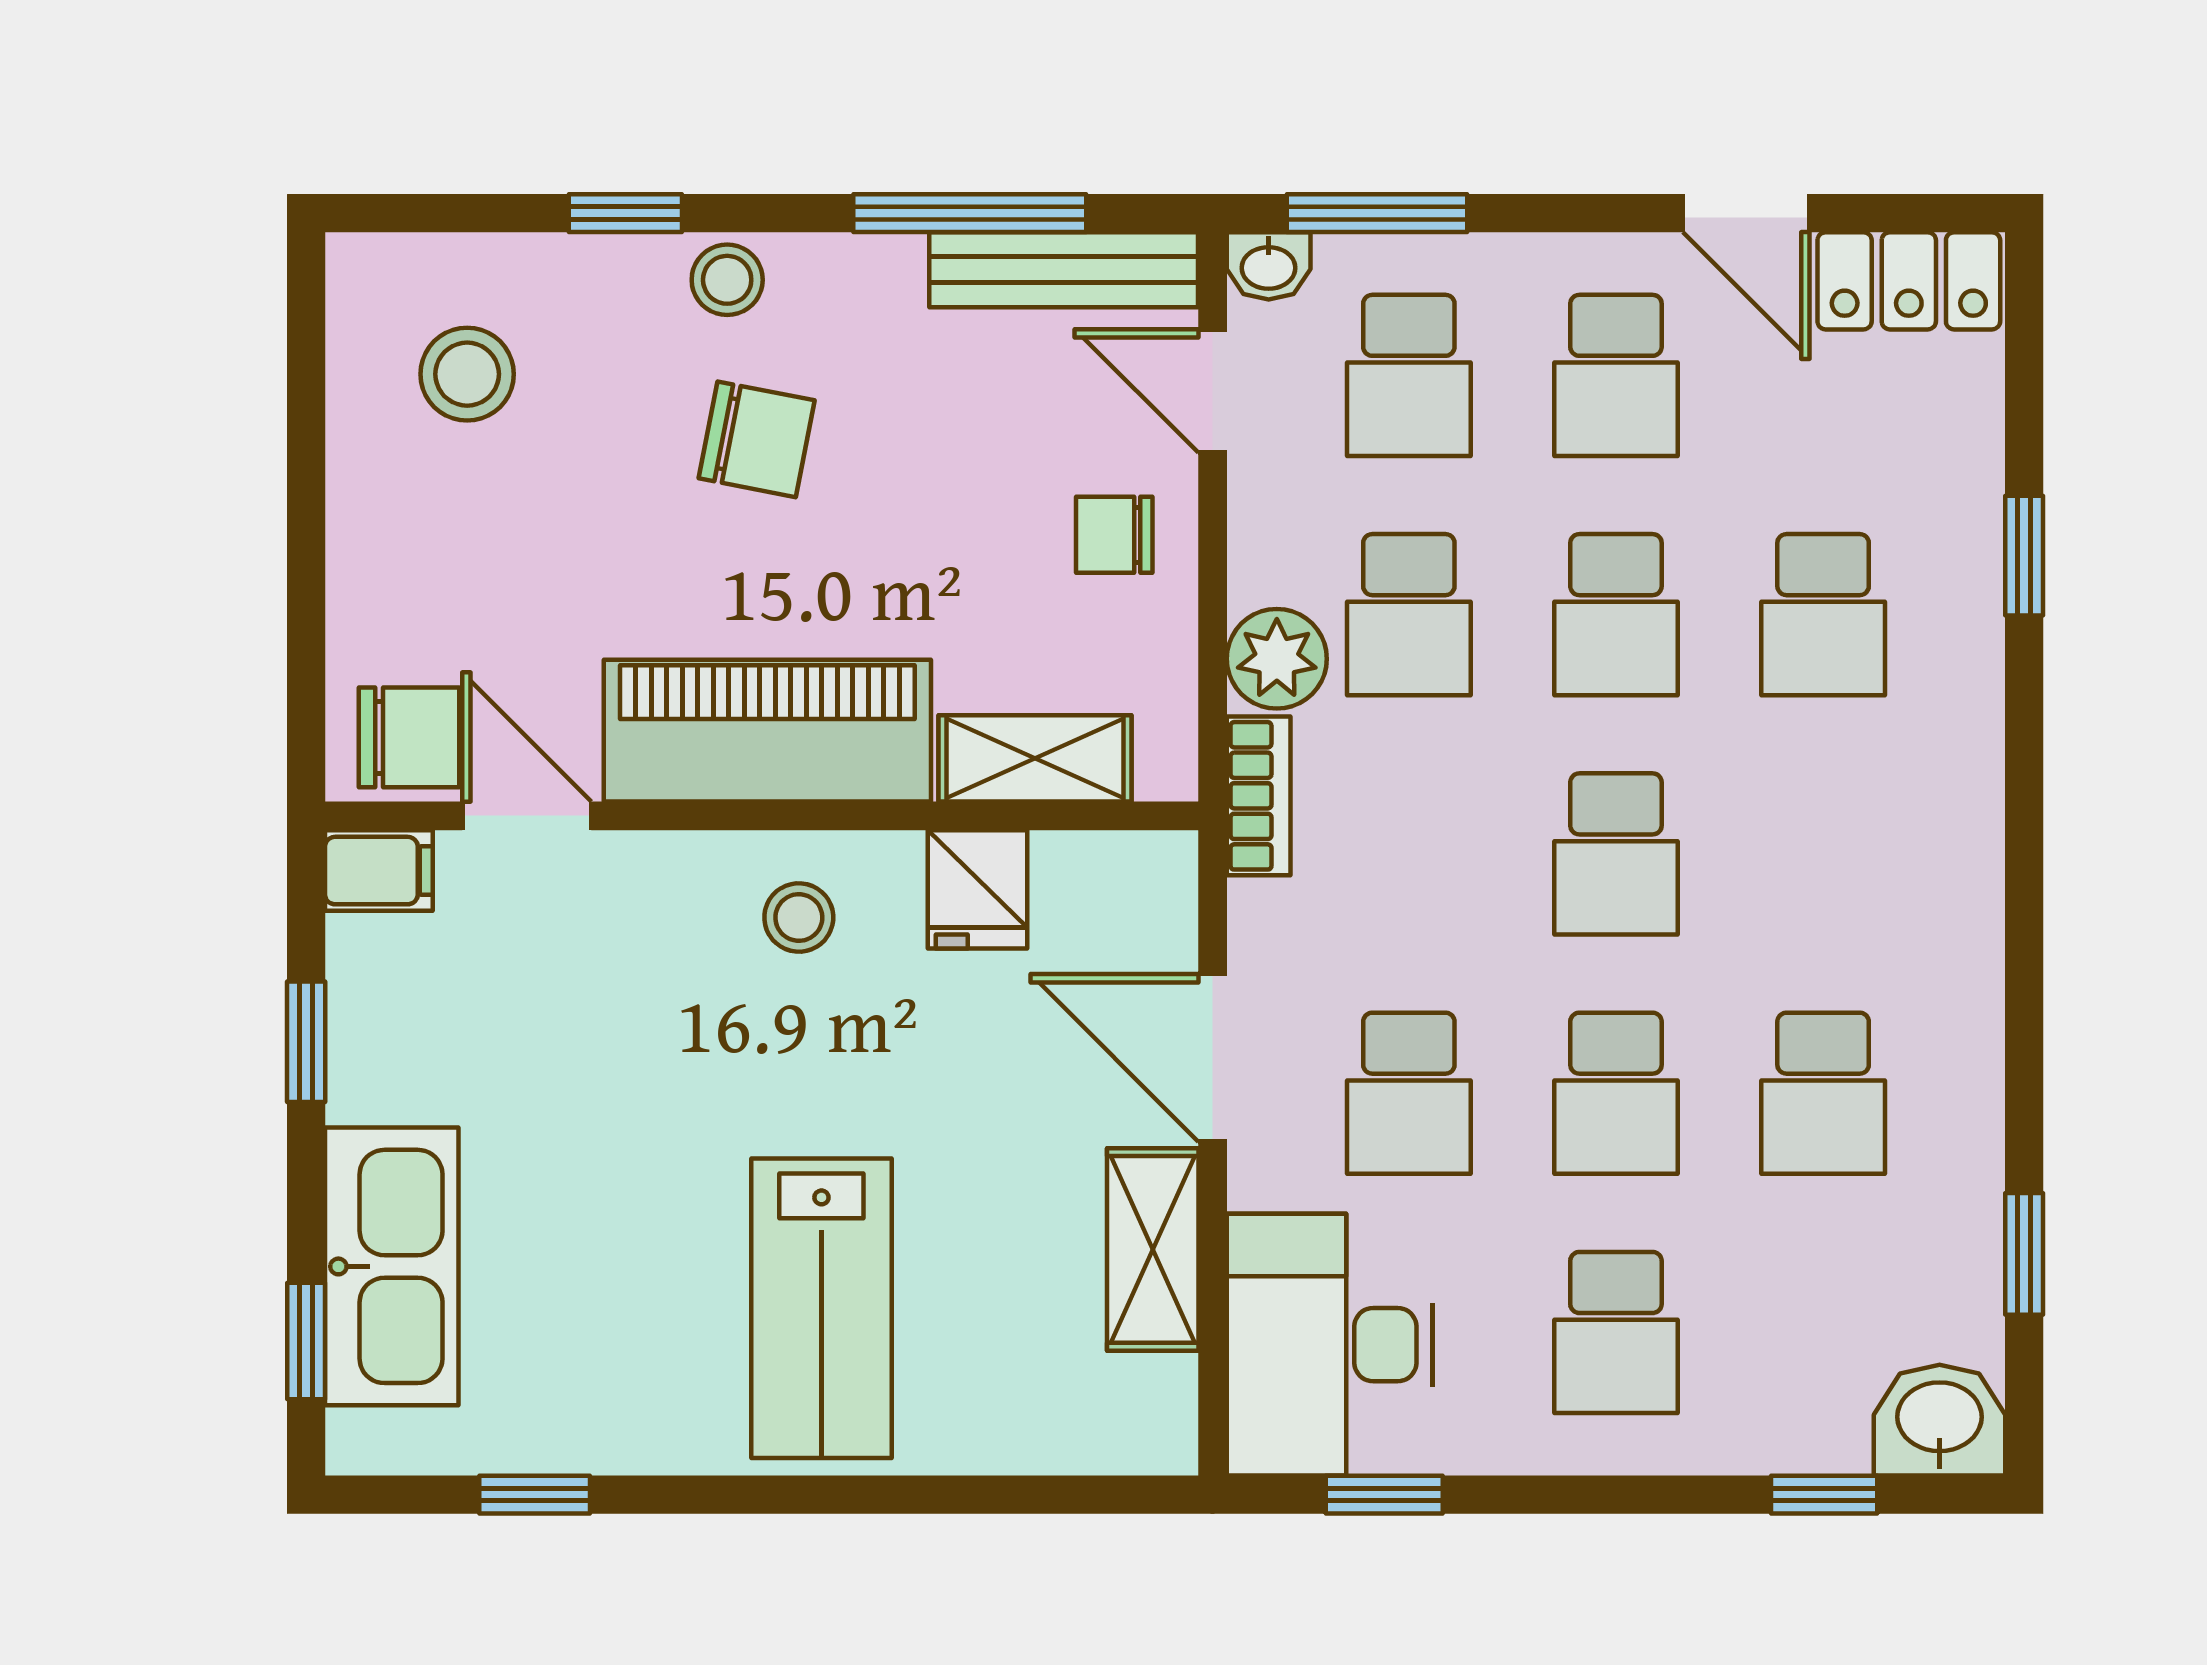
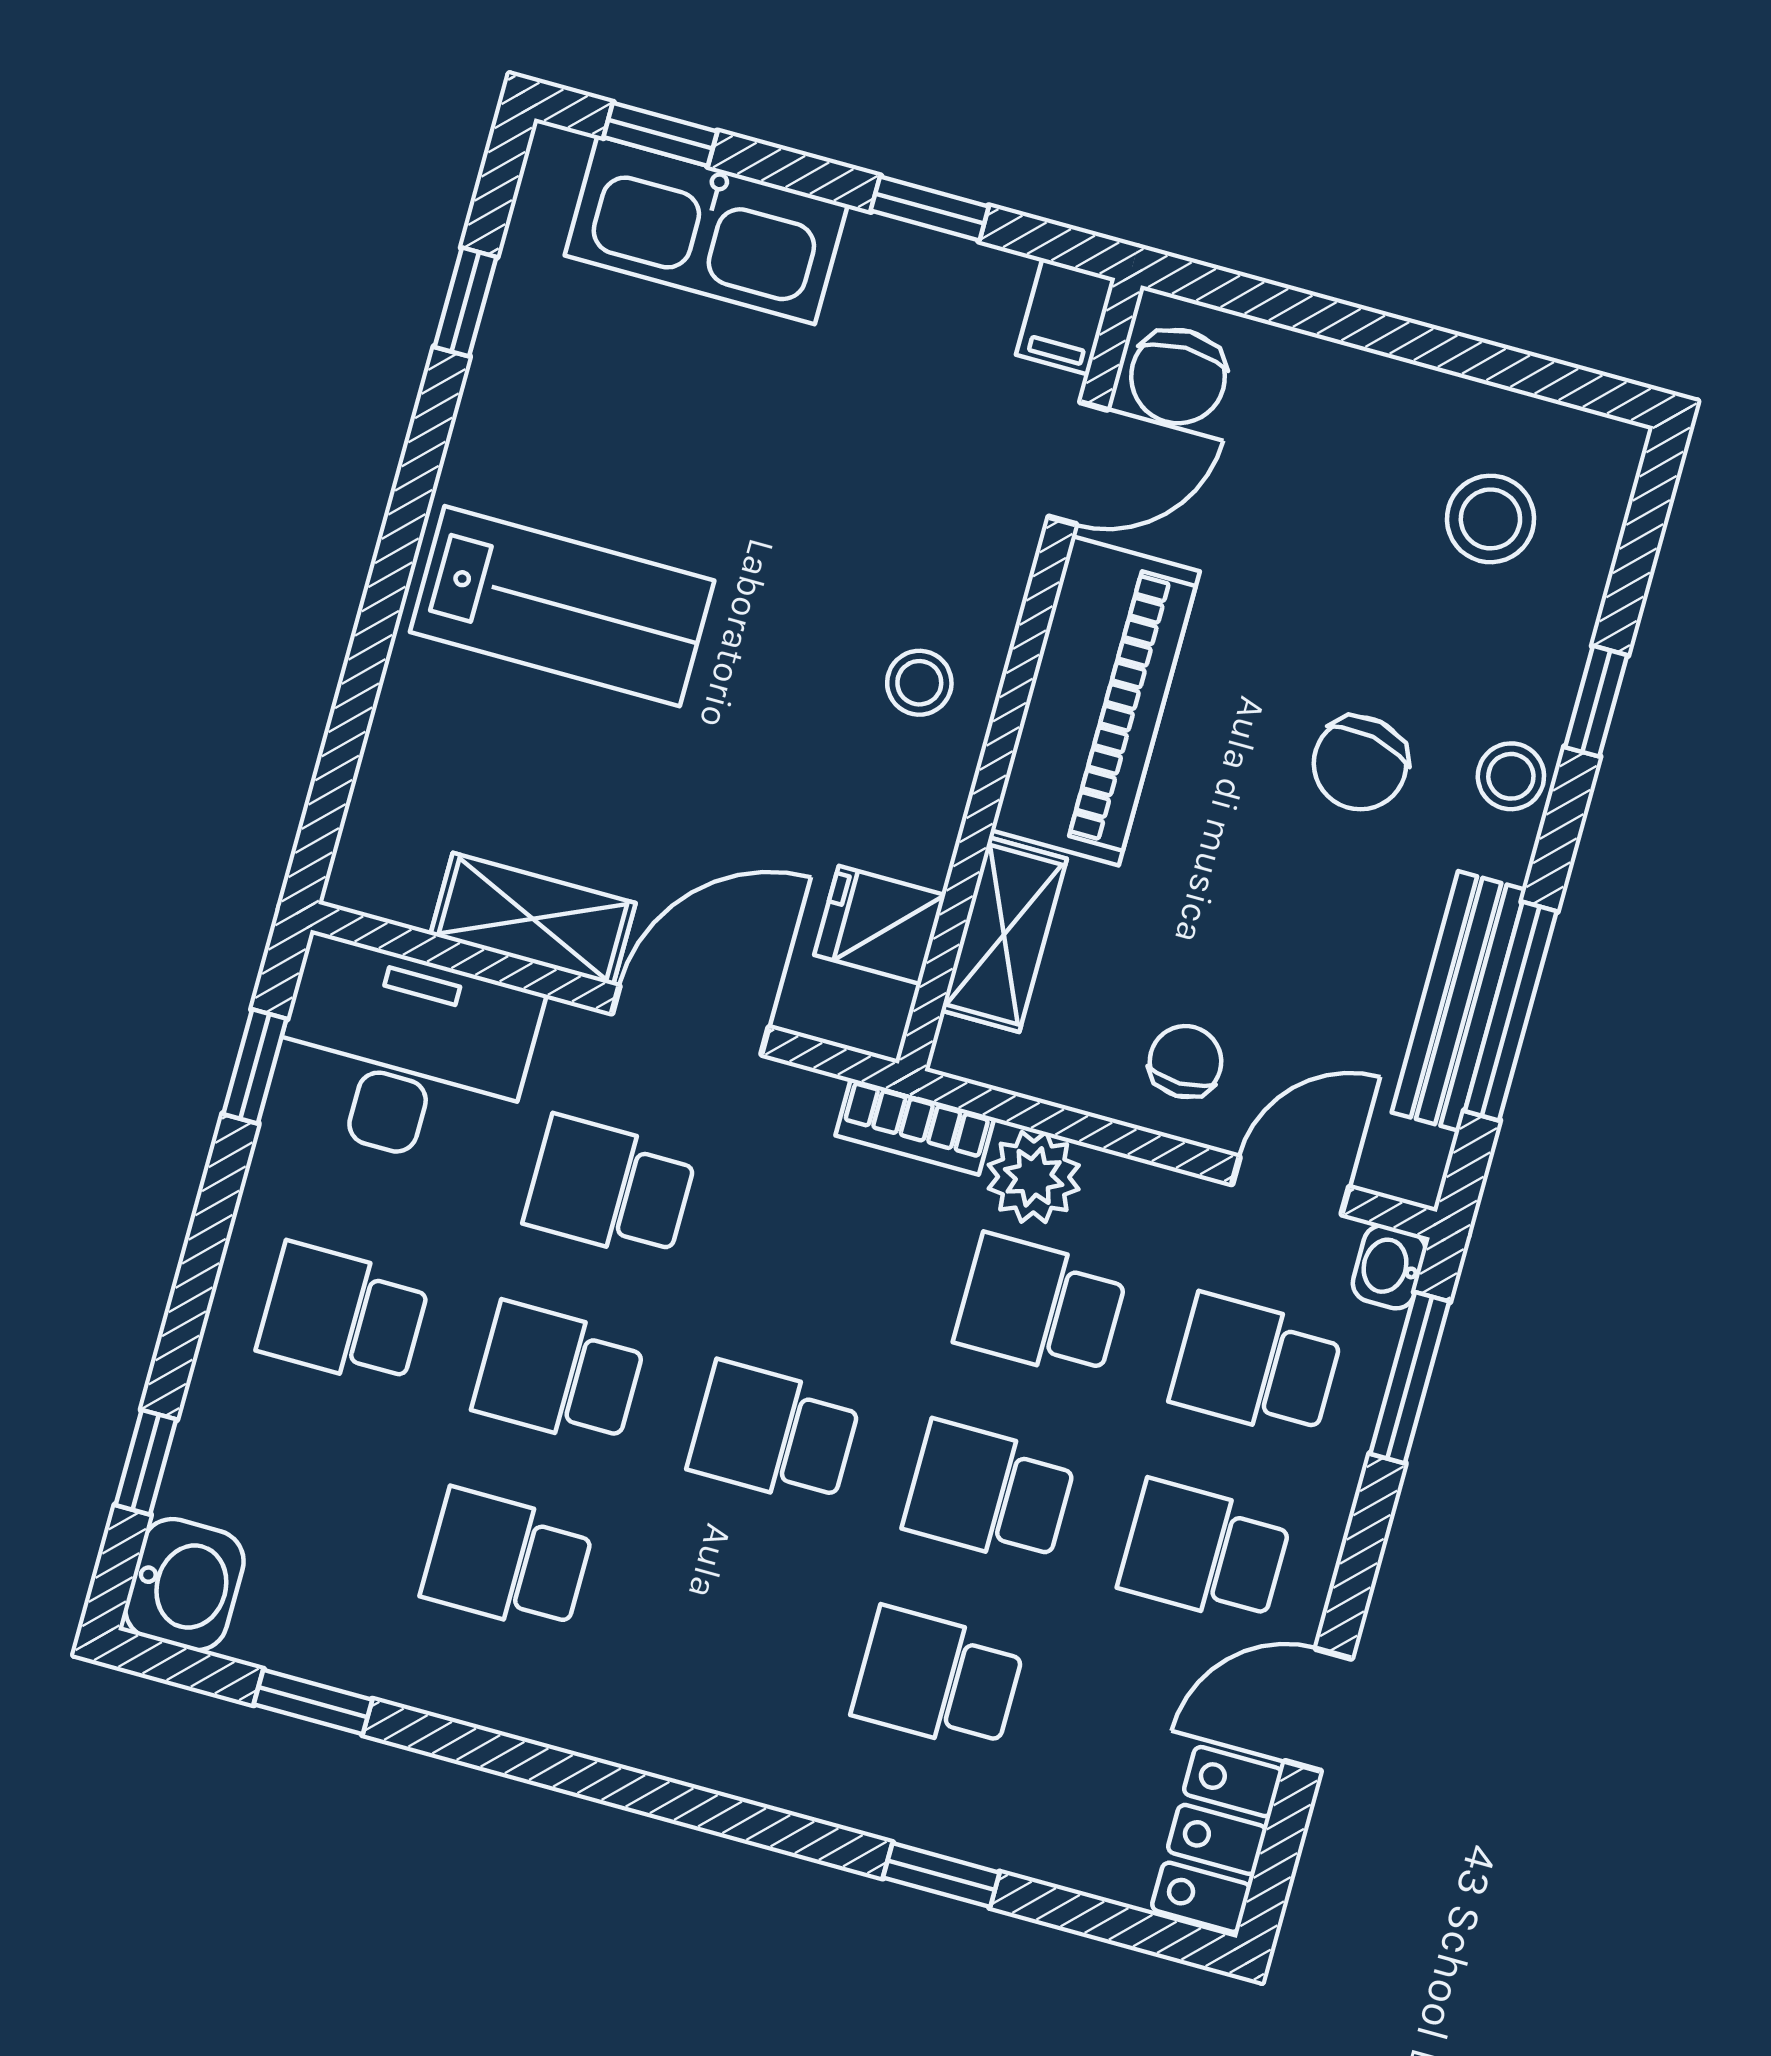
bench: (1064, 270) -> (1459, 1001), moved
fridge: (977, 889) -> (880, 925), moved
lab bench: (821, 1308) -> (562, 606), turned 180

